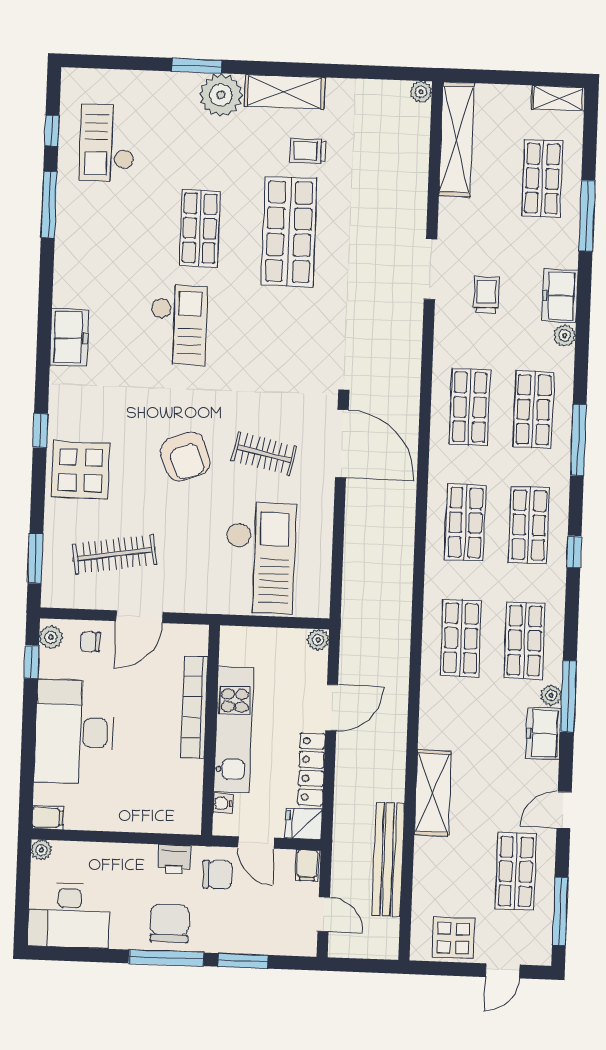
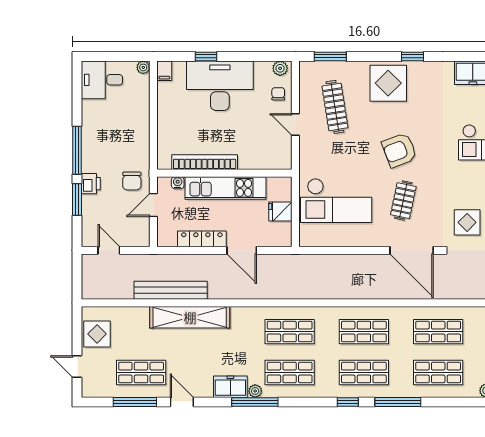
display table: (302, 356) -> (467, 222), added
window: (578, 440) -> (398, 402), moved
door: (342, 444) -> (412, 250), hinge flipped
door: (139, 617) -> (295, 124), width x0.73
plant: (318, 640) -> (285, 240), removed
window: (31, 662) -> (206, 56), moved
bookcase: (194, 707) -> (205, 162), moved
shelving: (433, 793) -> (190, 317), width x1.47
fridge: (304, 824) -> (280, 212), moved, turned -90
printer: (174, 859) -> (91, 184), moved, turned 180
bench: (388, 860) -> (171, 290), moved
filing cabinet: (307, 865) -> (140, 238), removed
window: (560, 911) -> (135, 402), moved
door: (324, 914) -> (109, 250), swing flipped
desk: (69, 915) -> (102, 80), width x0.73
chair: (170, 923) -> (99, 152), removed

